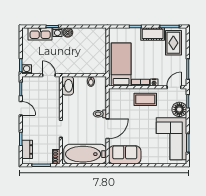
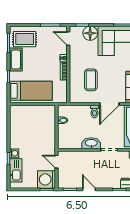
boiler: (68, 32) -> (14, 143), removed
bed: (121, 64) -> (31, 91), moved, turned 180
washing machine: (27, 69) -> (47, 179), width x1.89, depth x1.89
door: (49, 75) -> (57, 162), hinge flipped
washbasin: (68, 86) -> (91, 143), moved
coffee table: (145, 99) -> (91, 80), moved
door: (21, 108) -> (89, 189), hinge flipped
door: (108, 129) -> (109, 104), swing flipped

